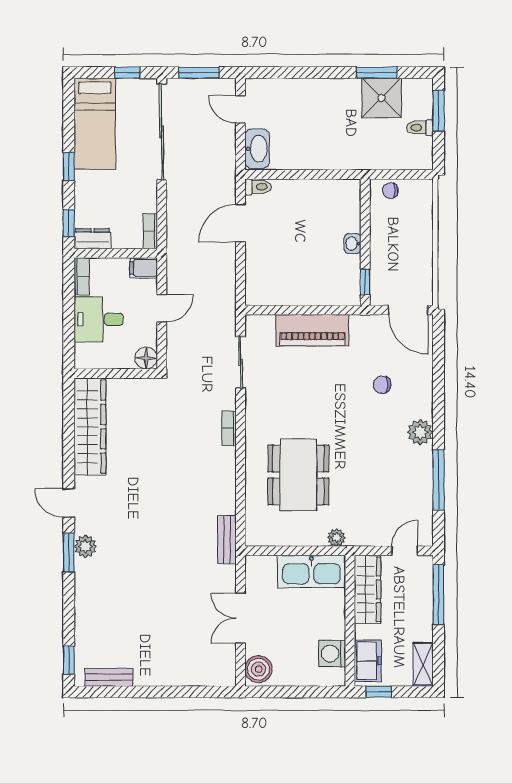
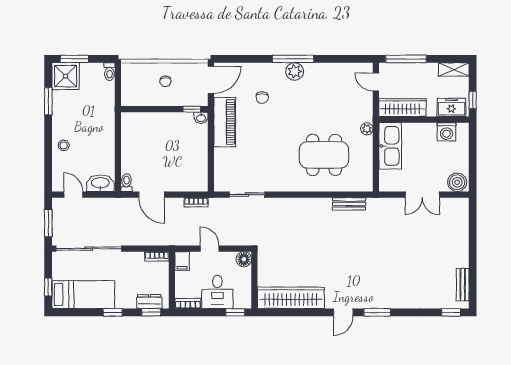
window: (128, 73) -> (48, 287), moved
stool: (312, 95) -> (64, 145), added
shower: (382, 98) -> (66, 76), moved
door: (240, 109) -> (73, 195), swing flipped
toilet: (420, 128) -> (109, 72), moved
chair: (390, 191) -> (165, 81), moved
dresser: (92, 239) -> (149, 302), moved, turned 90
washbasin: (353, 244) -> (201, 118), moved
piano: (312, 330) -> (225, 122), moved
window: (69, 346) -> (235, 312), added
bookcase: (229, 428) -> (196, 202), moved
window: (438, 480) -> (293, 59), moved
bench: (227, 540) -> (349, 204), moved
plant: (85, 546) -> (373, 301), removed

